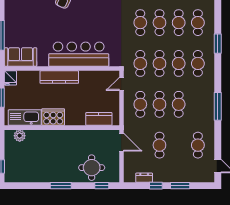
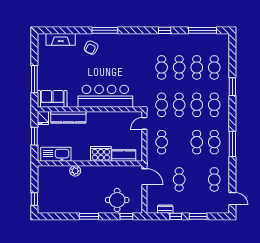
kitchen counter: (59, 77) -> (68, 117), moved
cafe table: (159, 104) -> (214, 142), moved
cooker: (53, 117) -> (101, 154), moved
plant: (20, 136) -> (75, 171), moved

